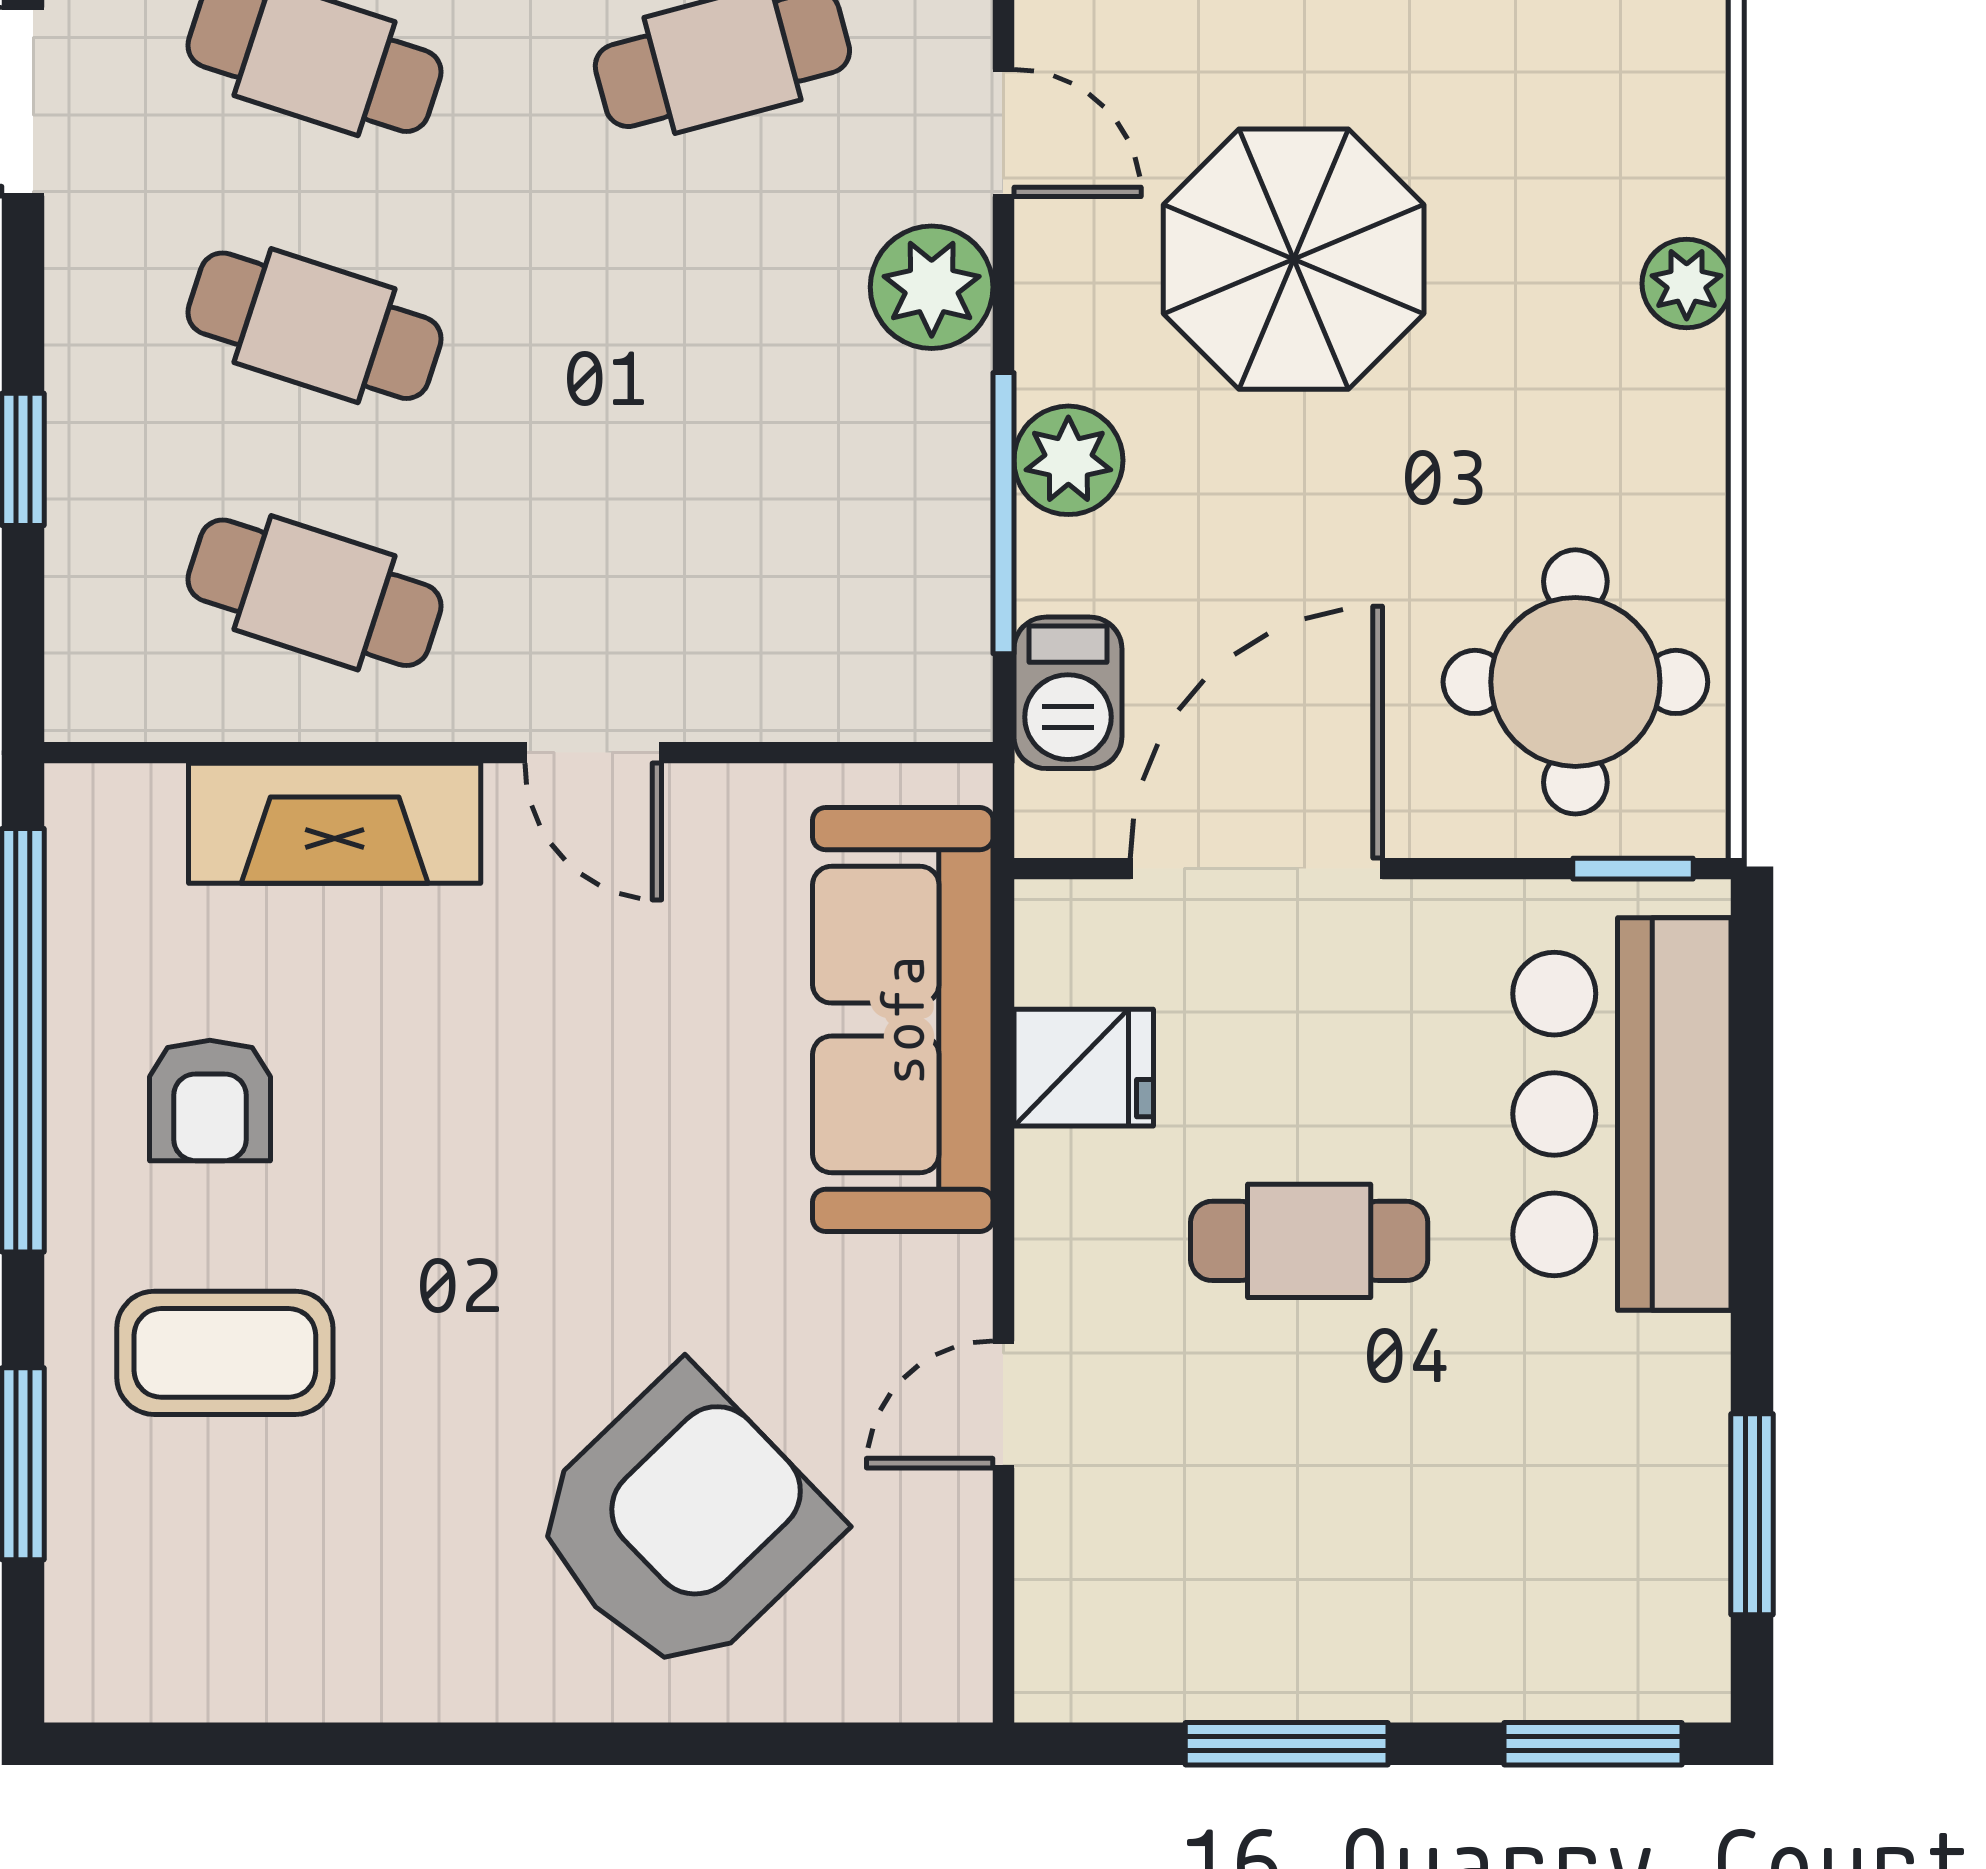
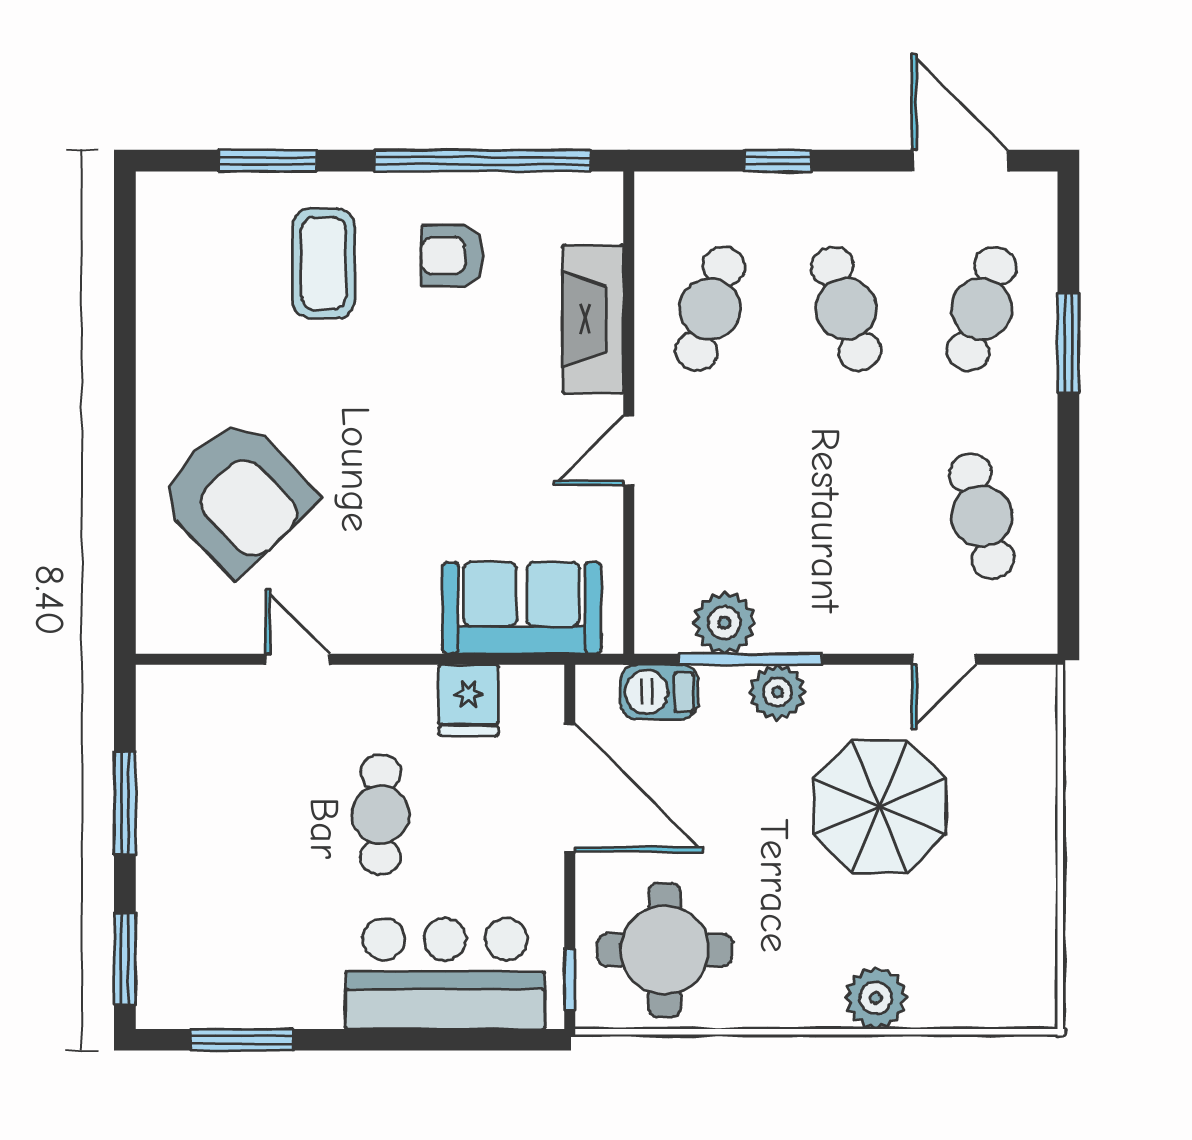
plant: (1687, 284) -> (876, 998), width x1.38, depth x1.38
plant: (932, 287) -> (724, 623), moved
cafe table: (314, 326) -> (846, 309), turned -36
sofa: (903, 1020) -> (522, 608), width x0.73

